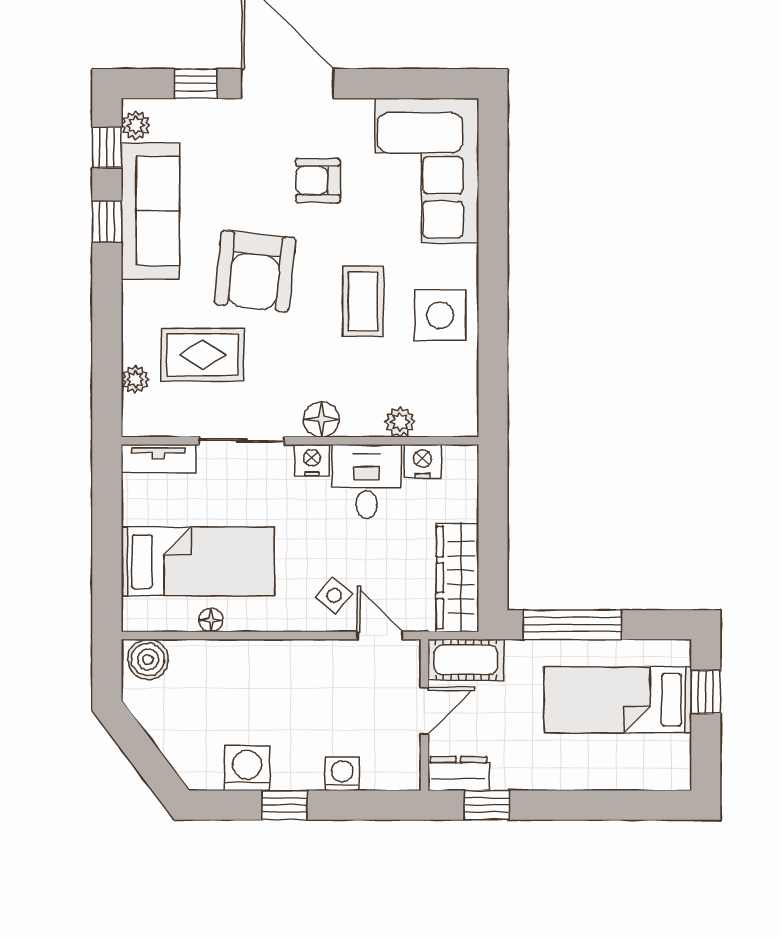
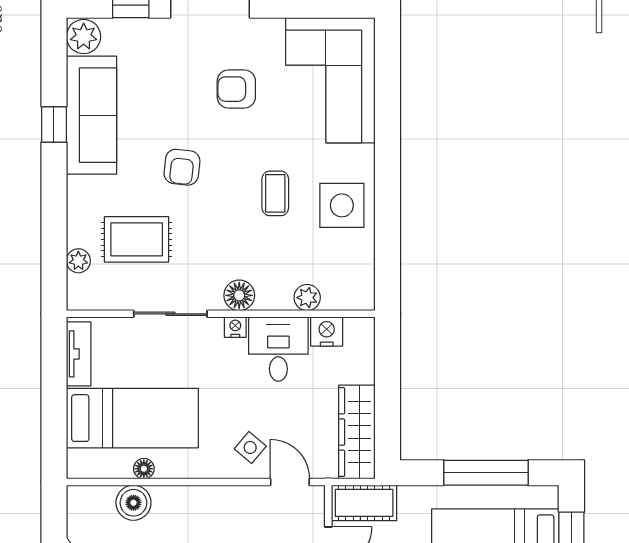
plant: (136, 125) -> (84, 37), width x1.38, depth x1.38
window: (107, 148) -> (54, 60), removed
armchair: (255, 271) -> (182, 167), width x0.53, depth x0.53
coffee table: (363, 301) -> (275, 193), width x0.73, depth x0.77
tv unit: (158, 458) -> (79, 354), moved, turned -90
nightstand: (312, 460) -> (235, 327), width x0.72, depth x0.74
window: (572, 625) -> (486, 473), moved
boiler: (148, 659) -> (133, 503), moved

